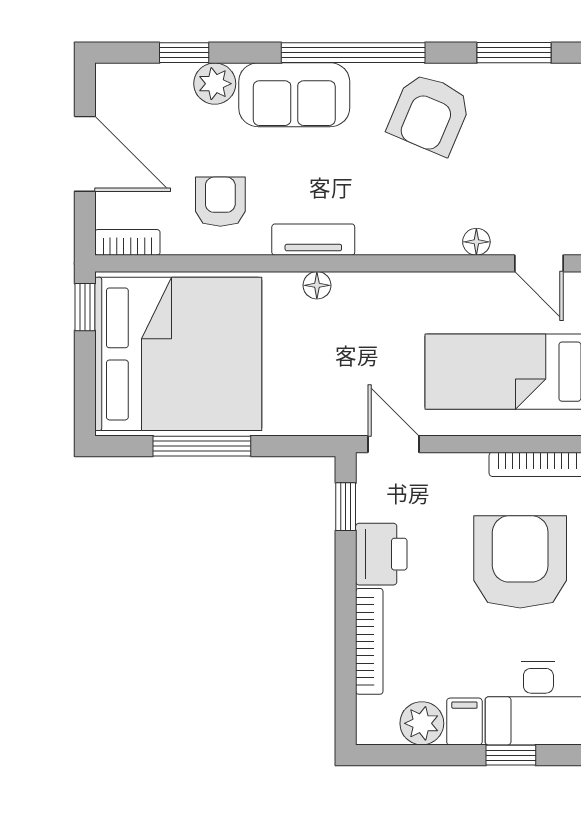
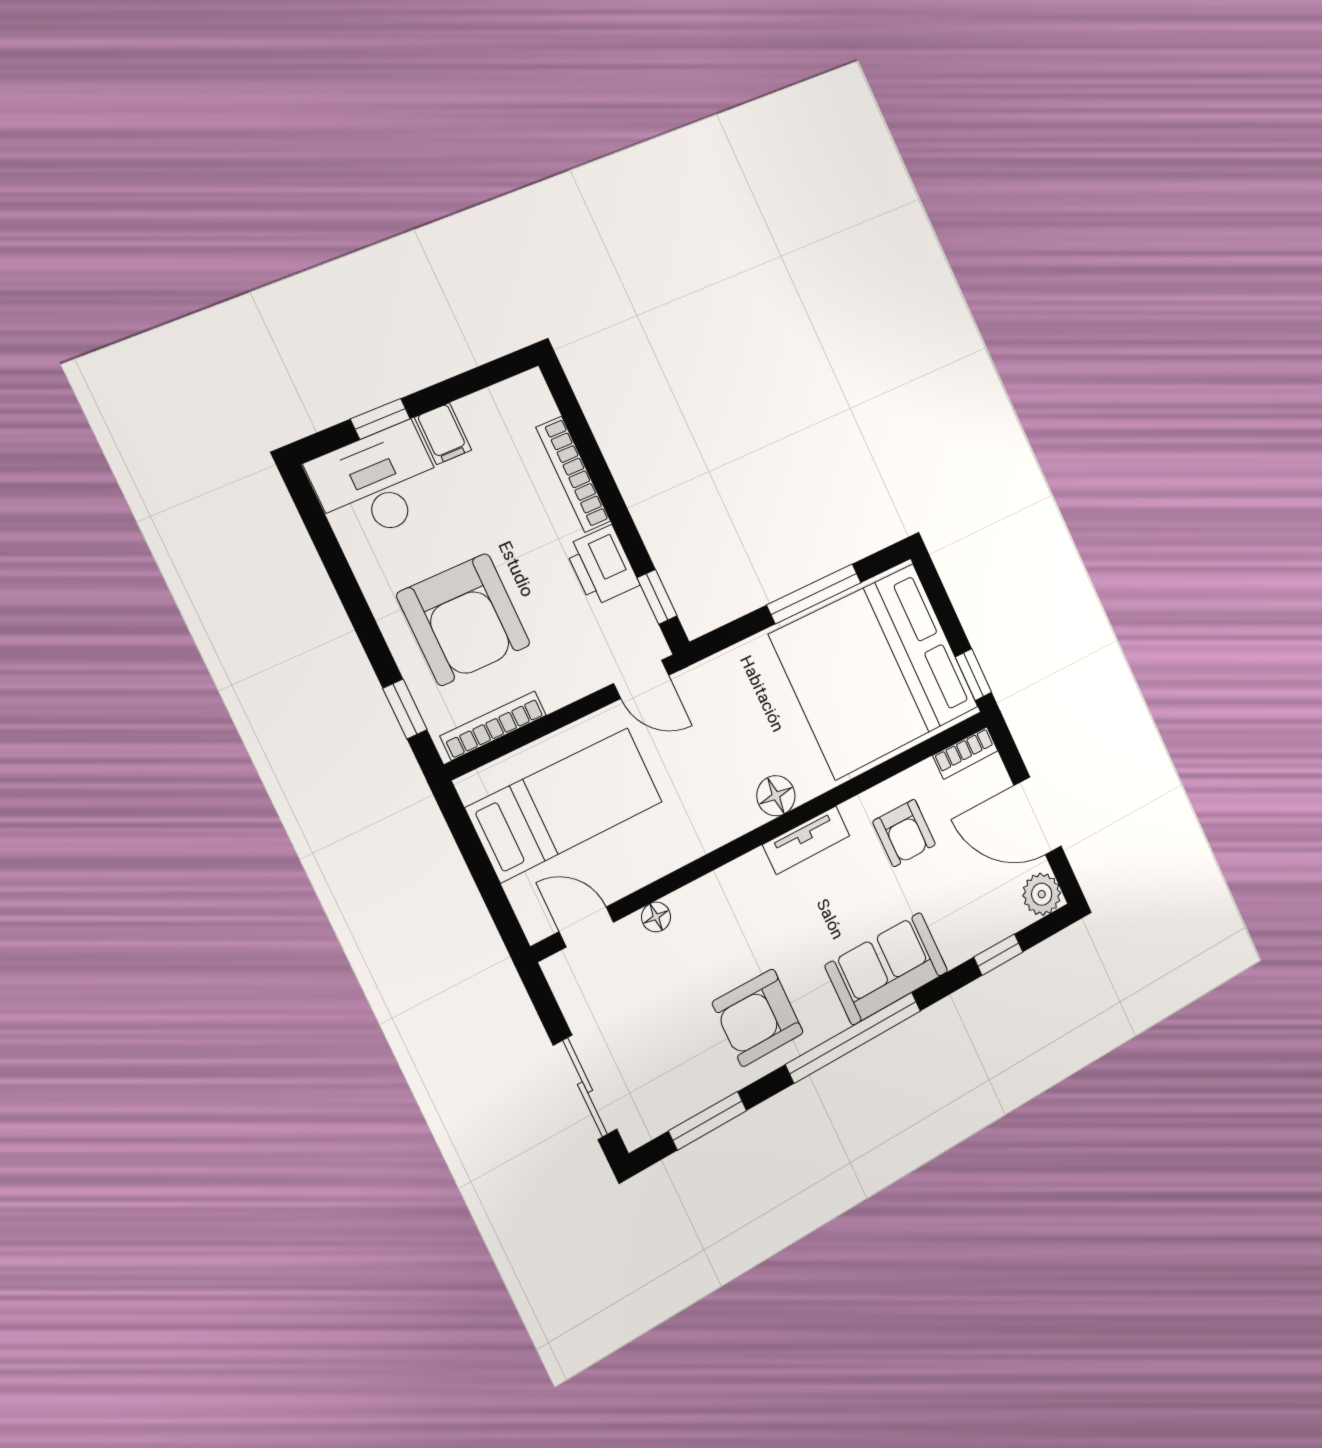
plant: (215, 84) -> (1042, 894), moved
armchair: (430, 114) -> (758, 1018), turned -113
floor lamp: (317, 285) -> (776, 796), width x1.37, depth x1.37
plant: (422, 723) -> (484, 414), removed

